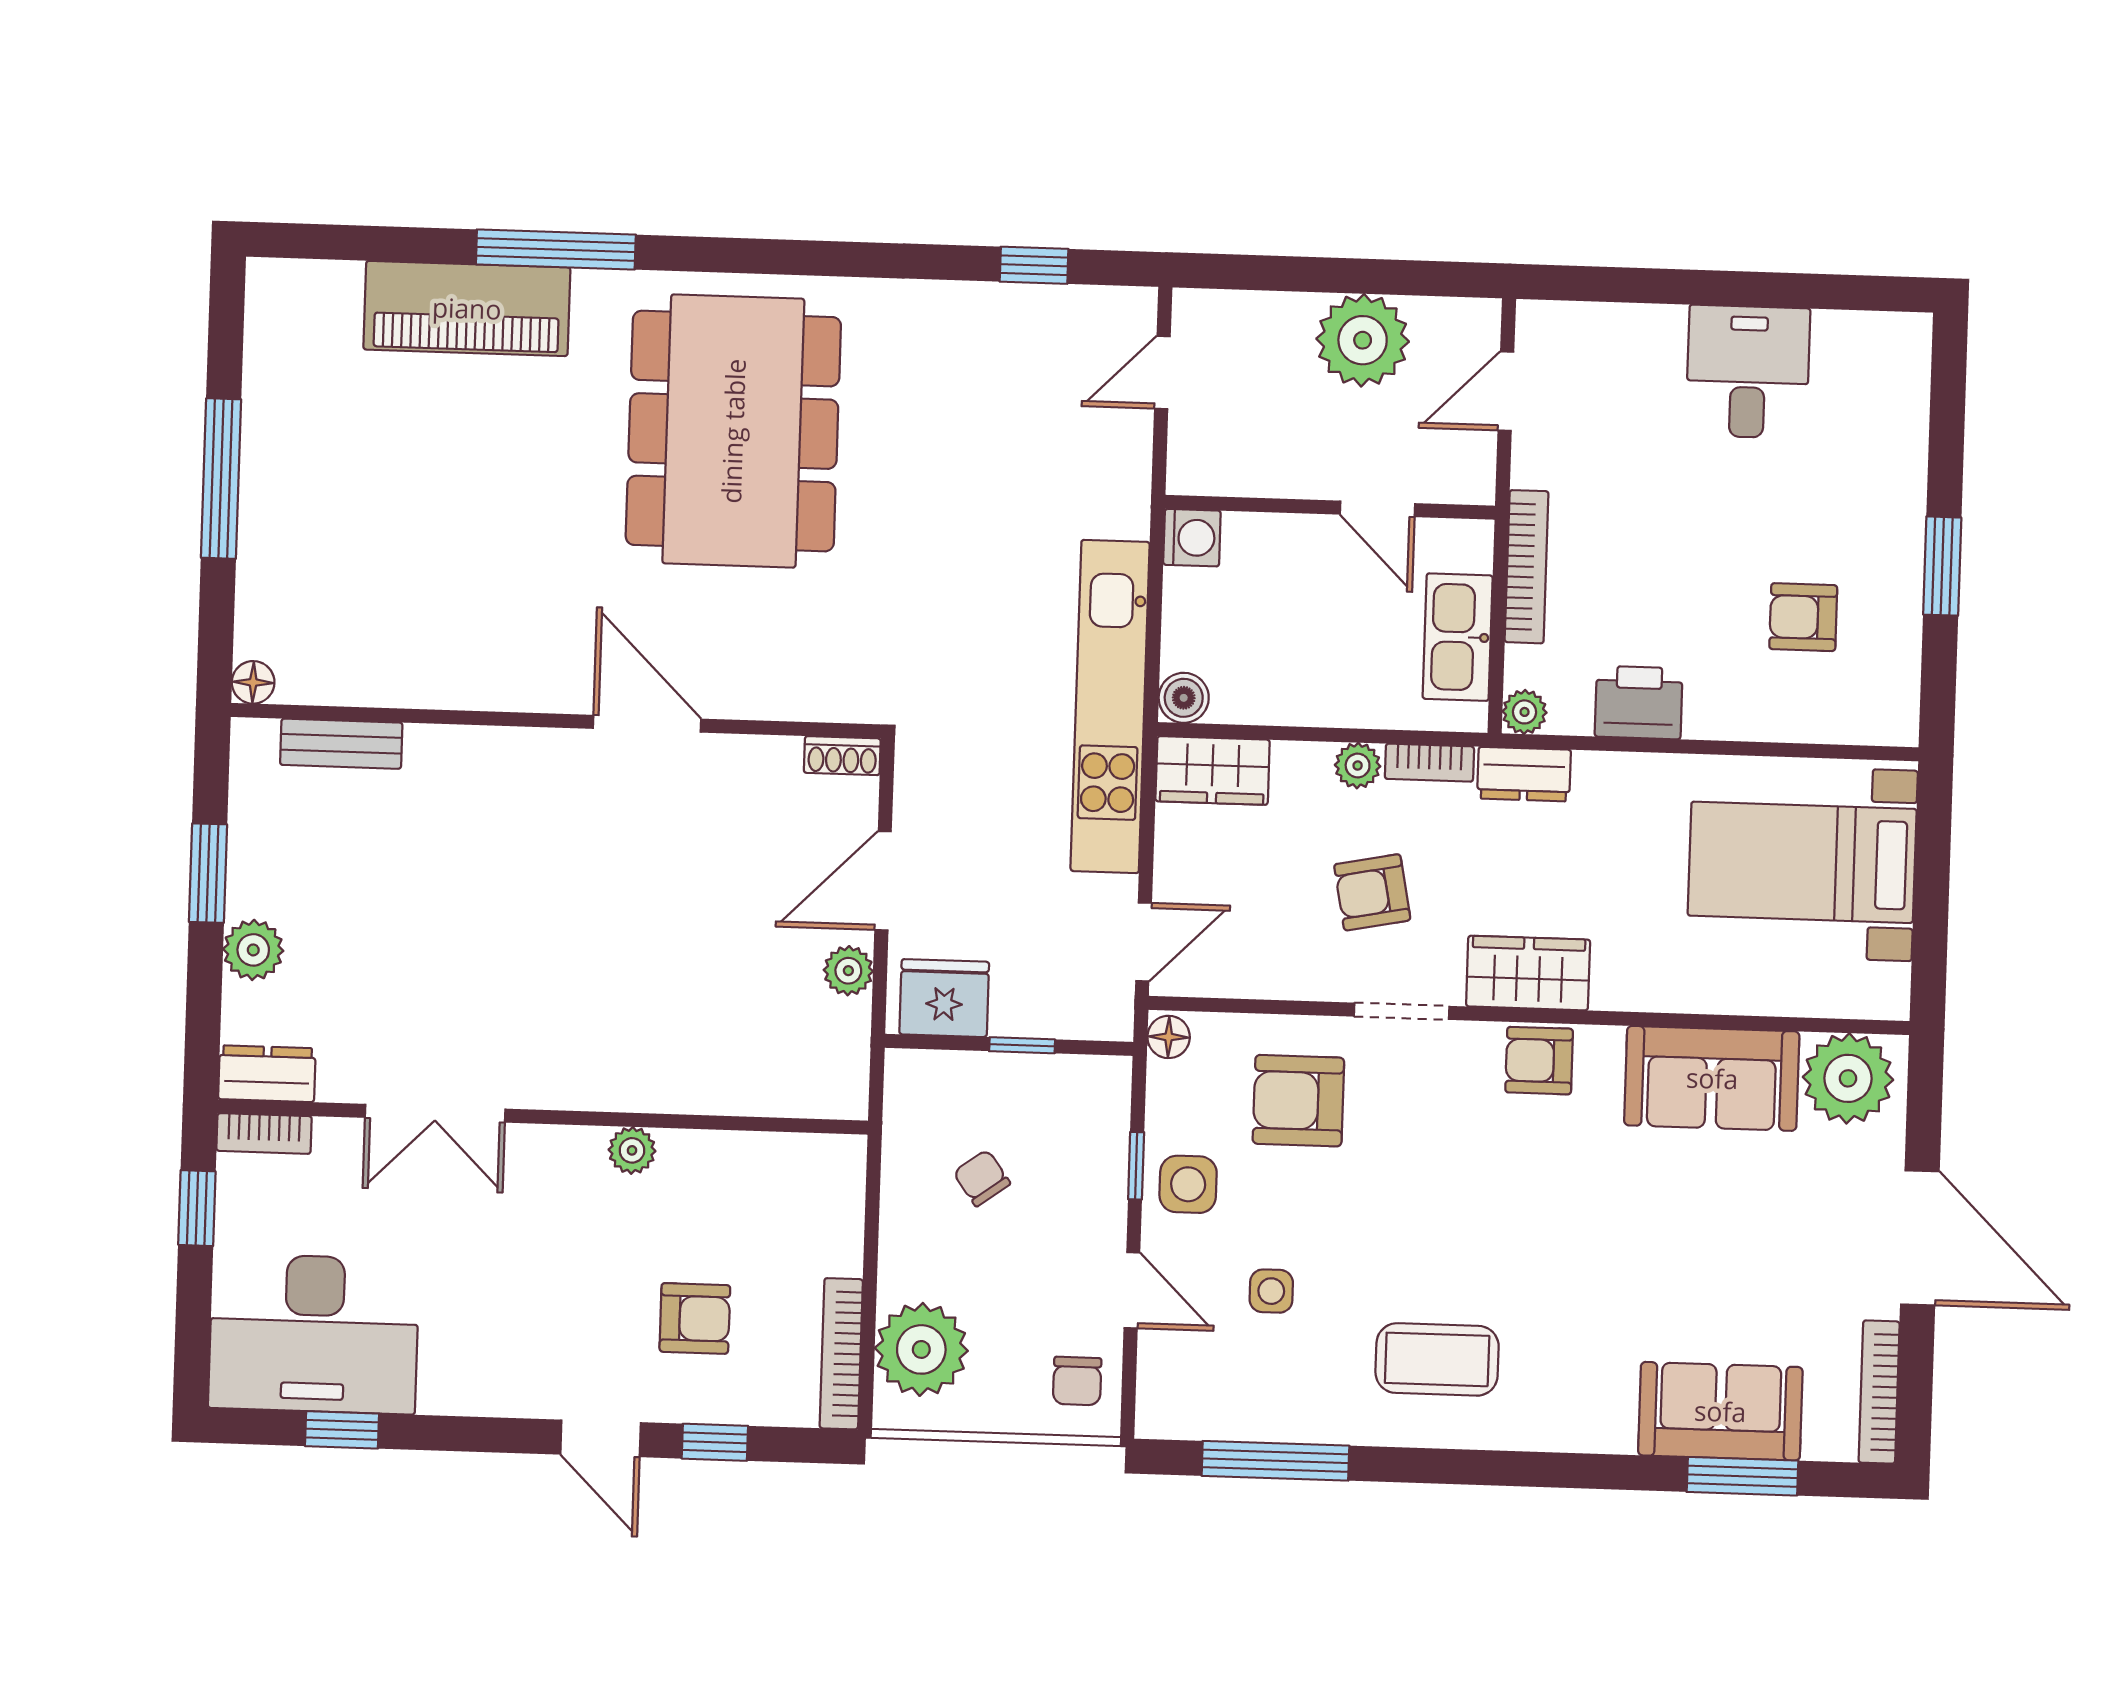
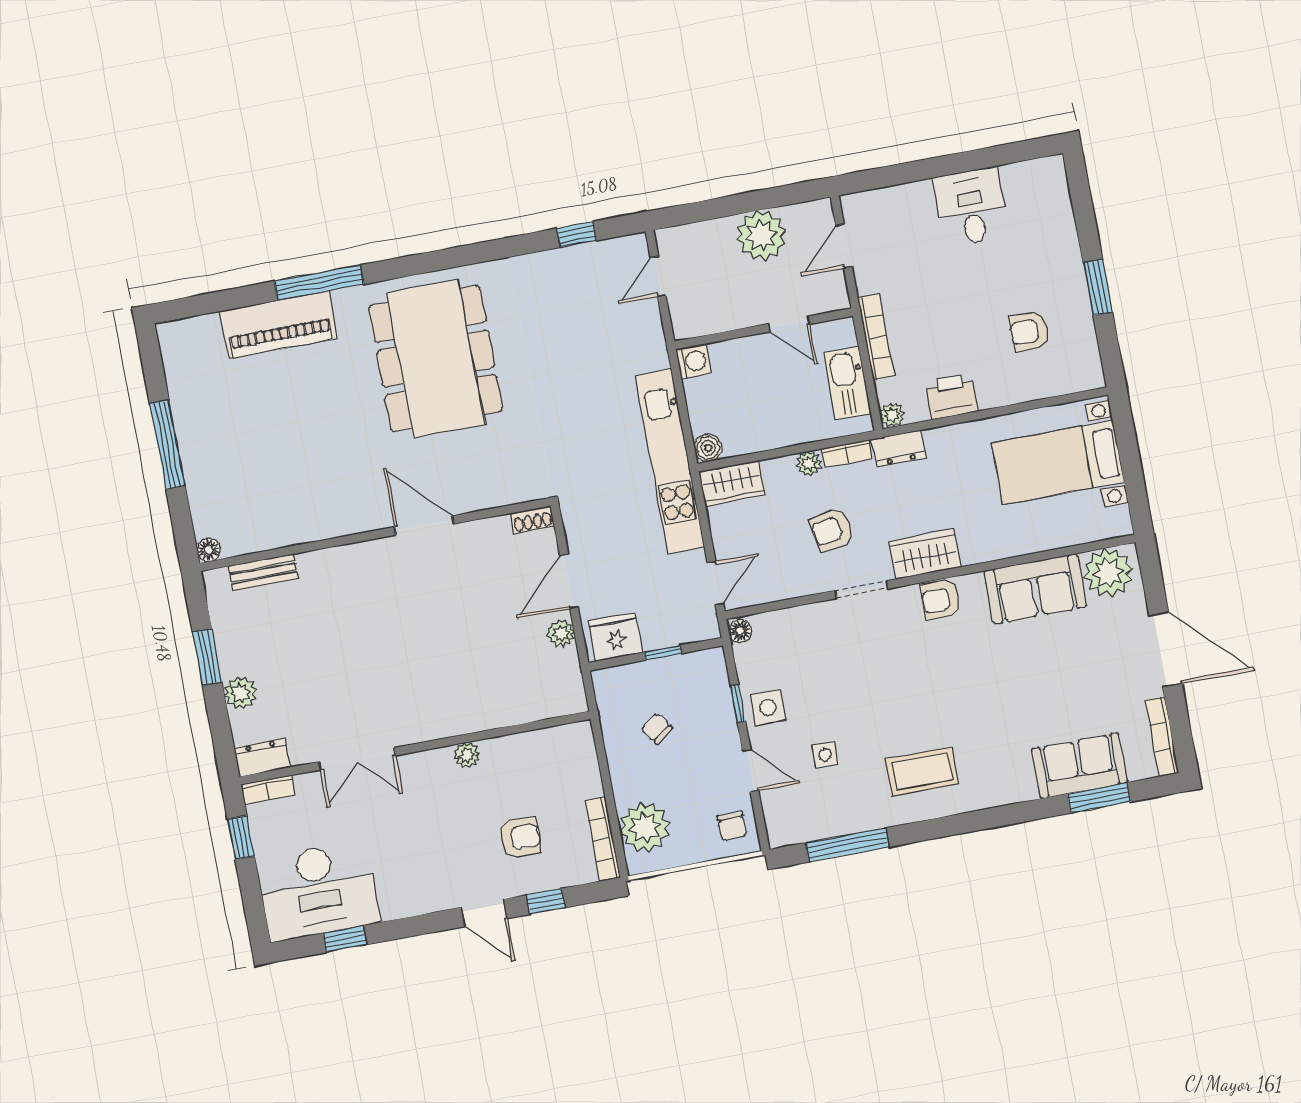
armchair: (1298, 1101) -> (817, 650), removed

